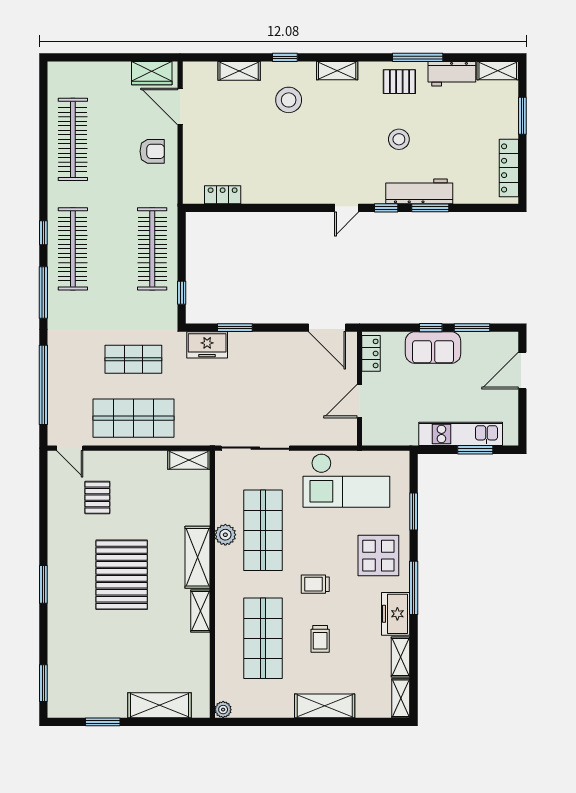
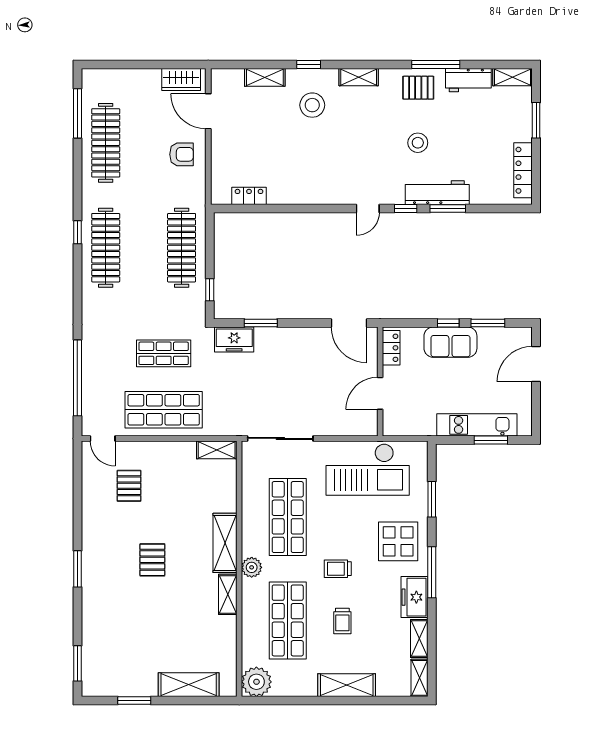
window: (43, 292) -> (77, 113), moved
plant: (225, 535) -> (252, 567), moved
pallet: (122, 575) -> (152, 560), width x0.49, depth x0.50
plant: (223, 710) -> (256, 682), width x1.87, depth x1.87

